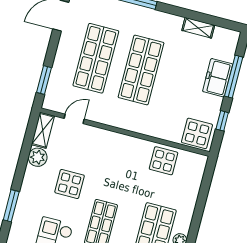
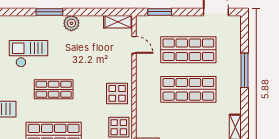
plant: (38, 157) -> (71, 23), moved
display table: (70, 184) -> (117, 93), moved

